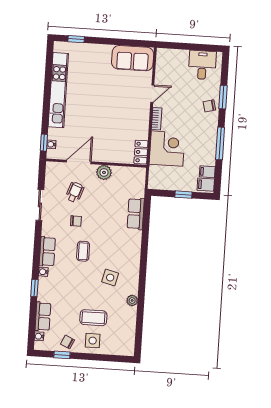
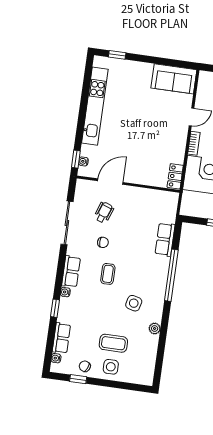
plant: (104, 172) -> (136, 194), removed
sliding door: (40, 205) -> (67, 223), width x1.37
window: (144, 248) -> (171, 275), added

